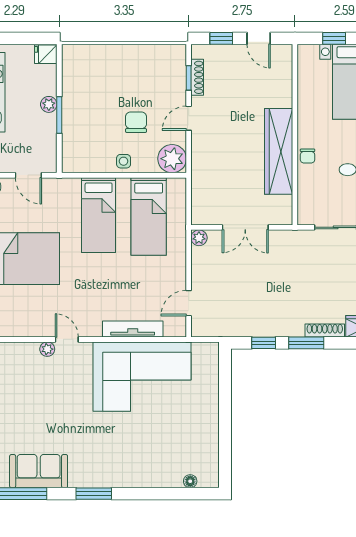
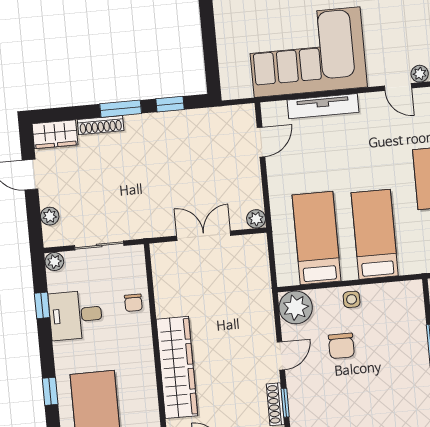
wardrobe: (279, 151) -> (177, 367), moved
chair: (308, 156) -> (133, 303), moved, turned 180

